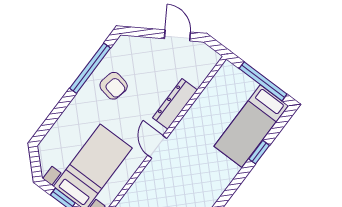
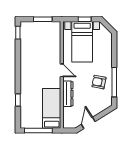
door: (177, 35) -> (88, 123), swing flipped
bed: (251, 126) -> (52, 108), moved

